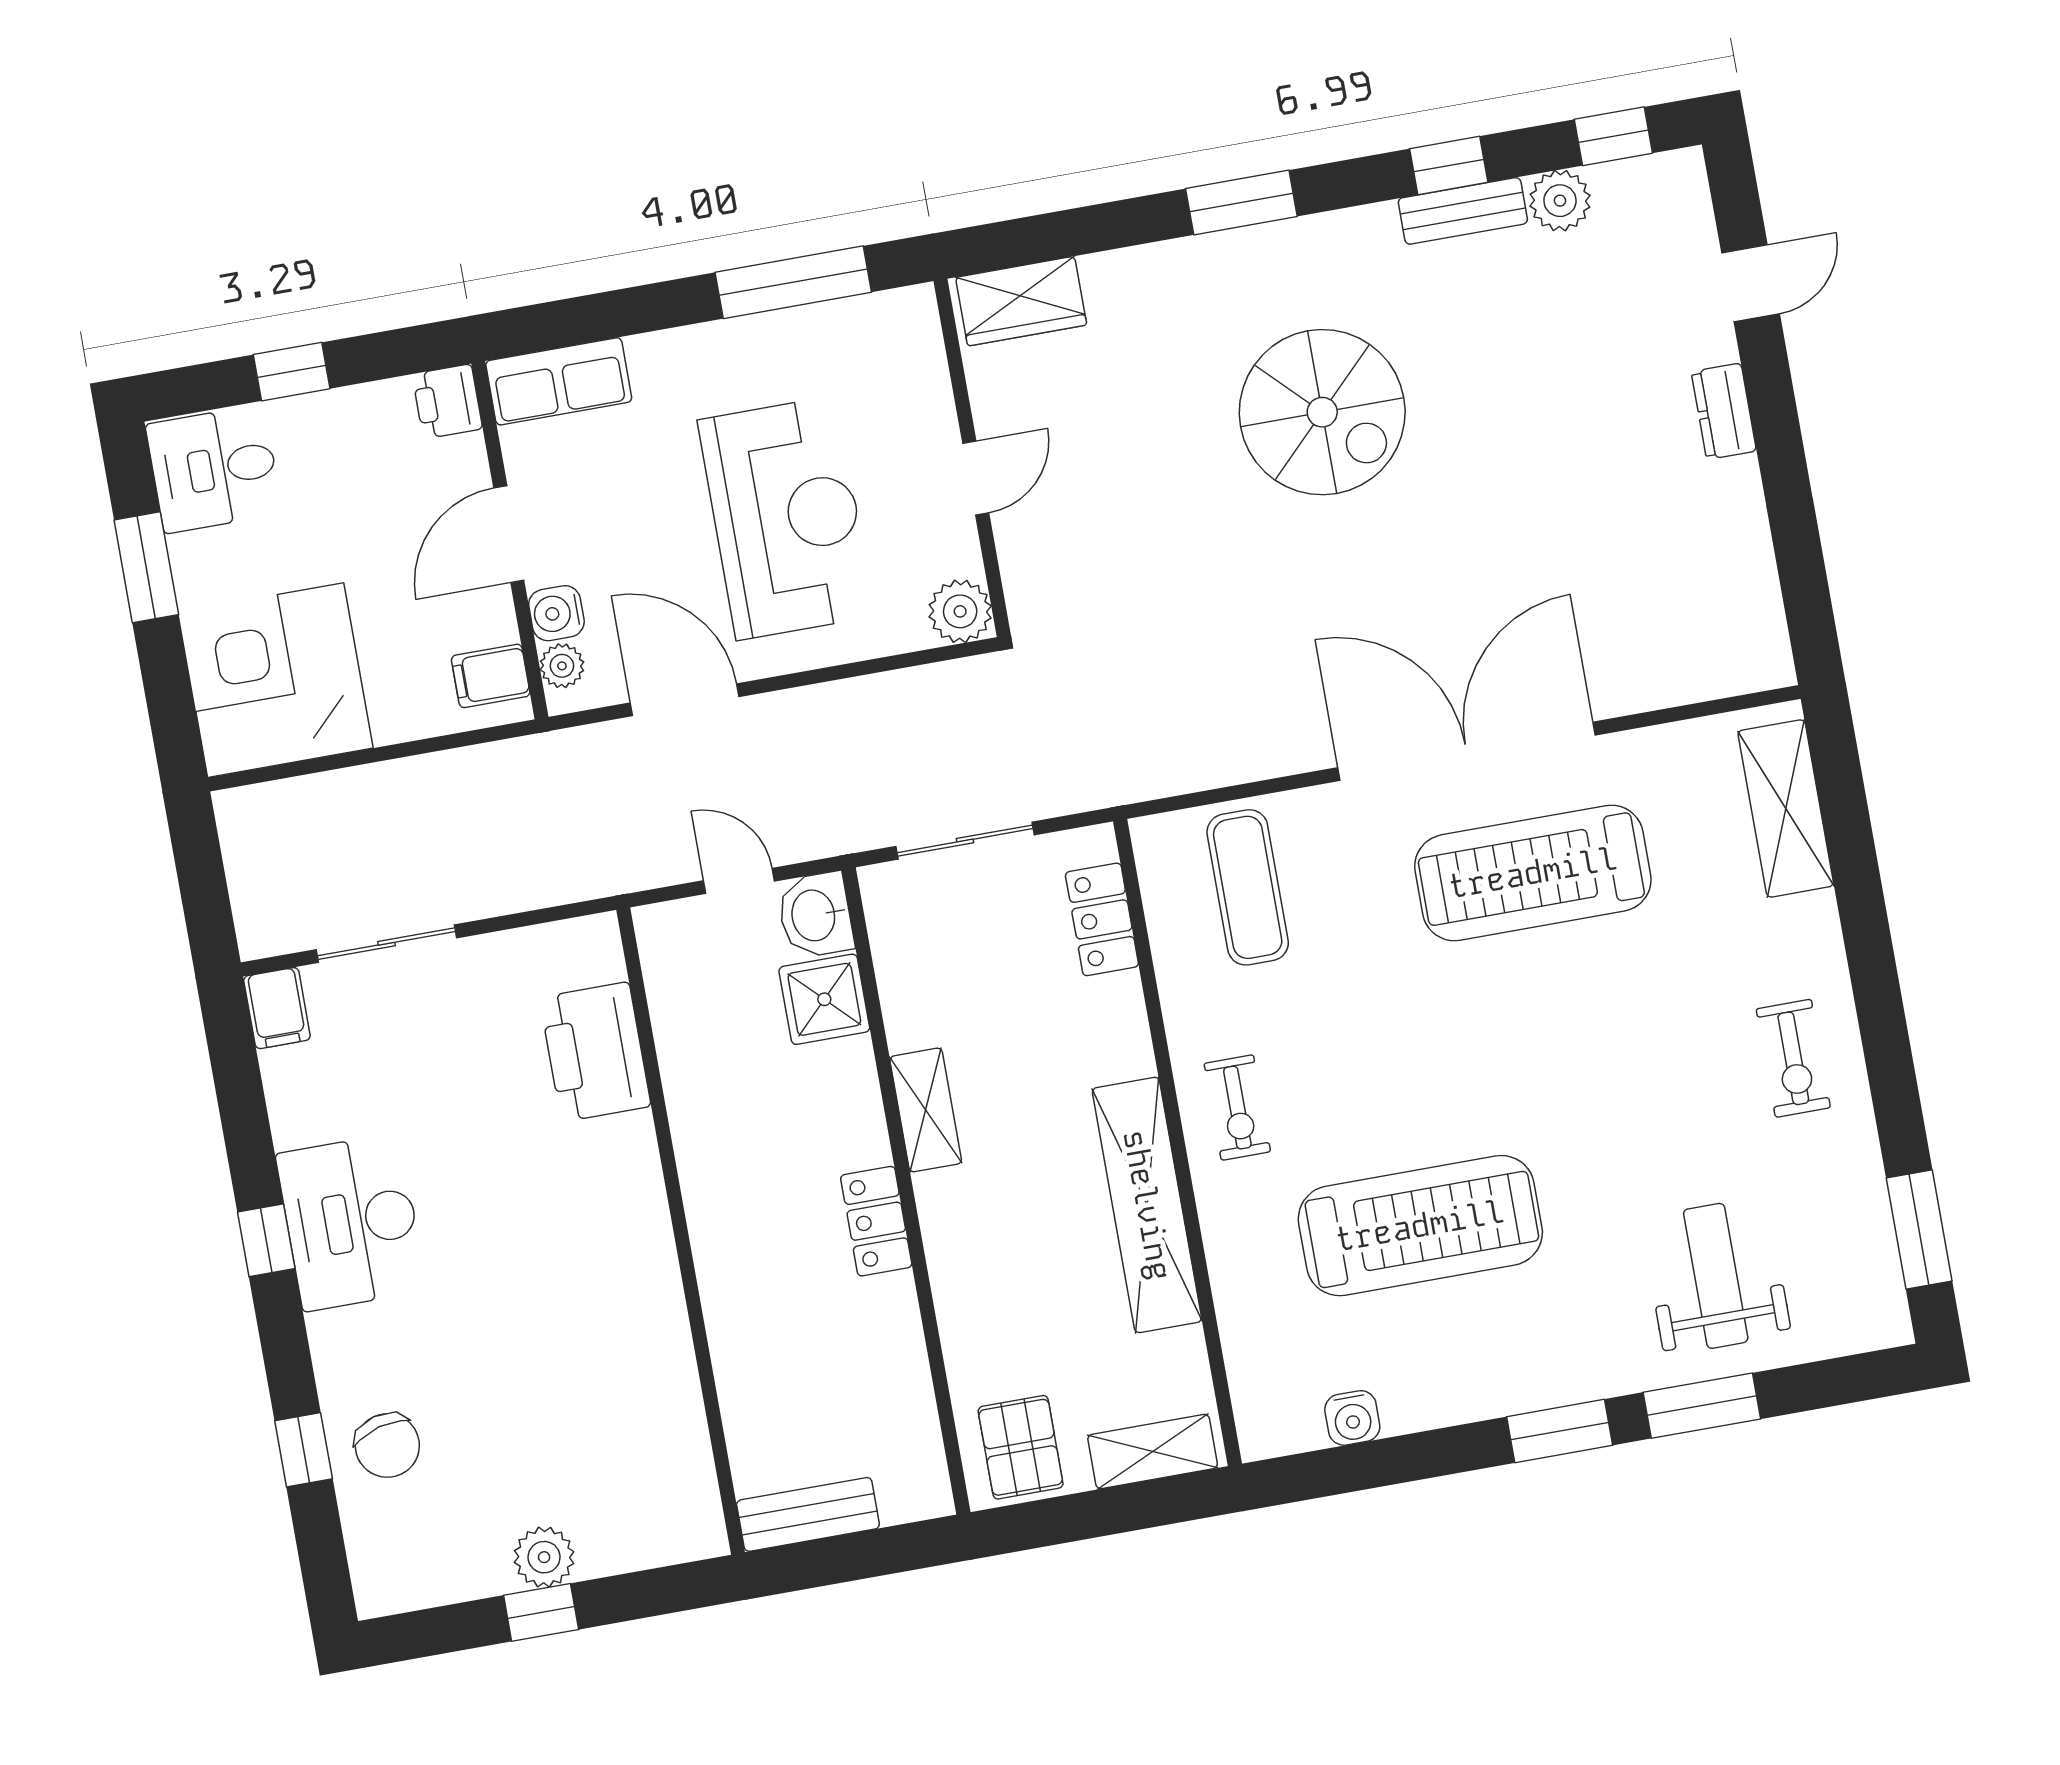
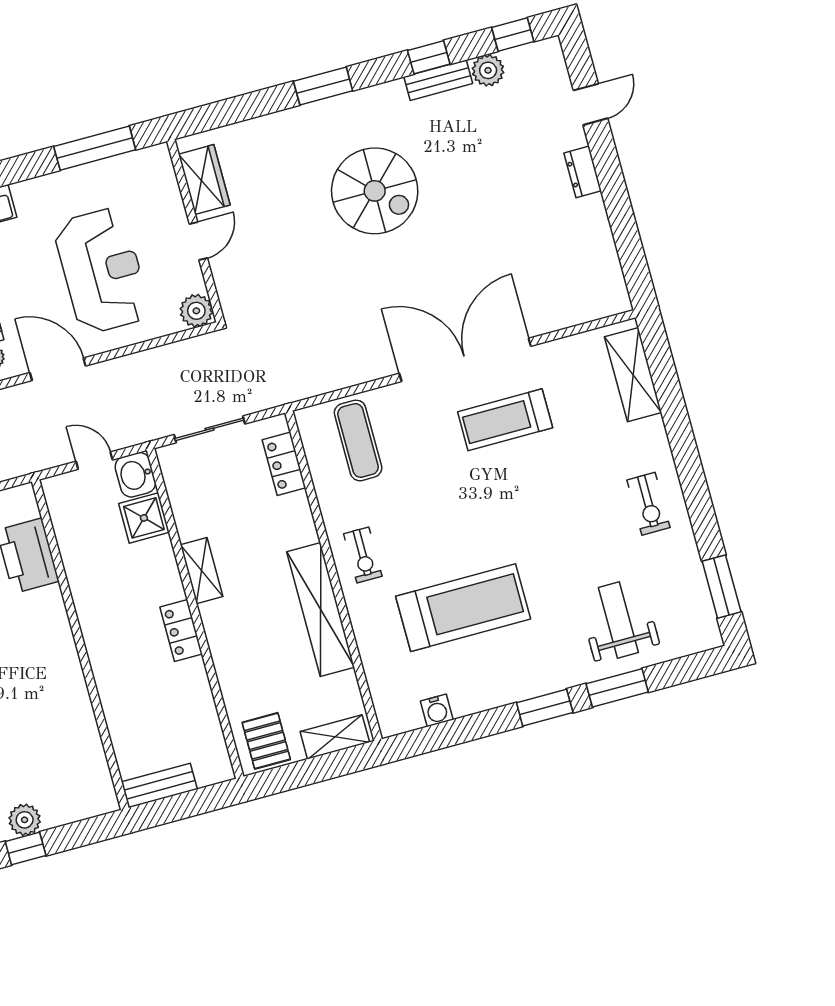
wardrobe: (1021, 301) -> (204, 180), moved, turned -90
treadmill: (1533, 873) -> (505, 420), width x0.73, depth x0.73

